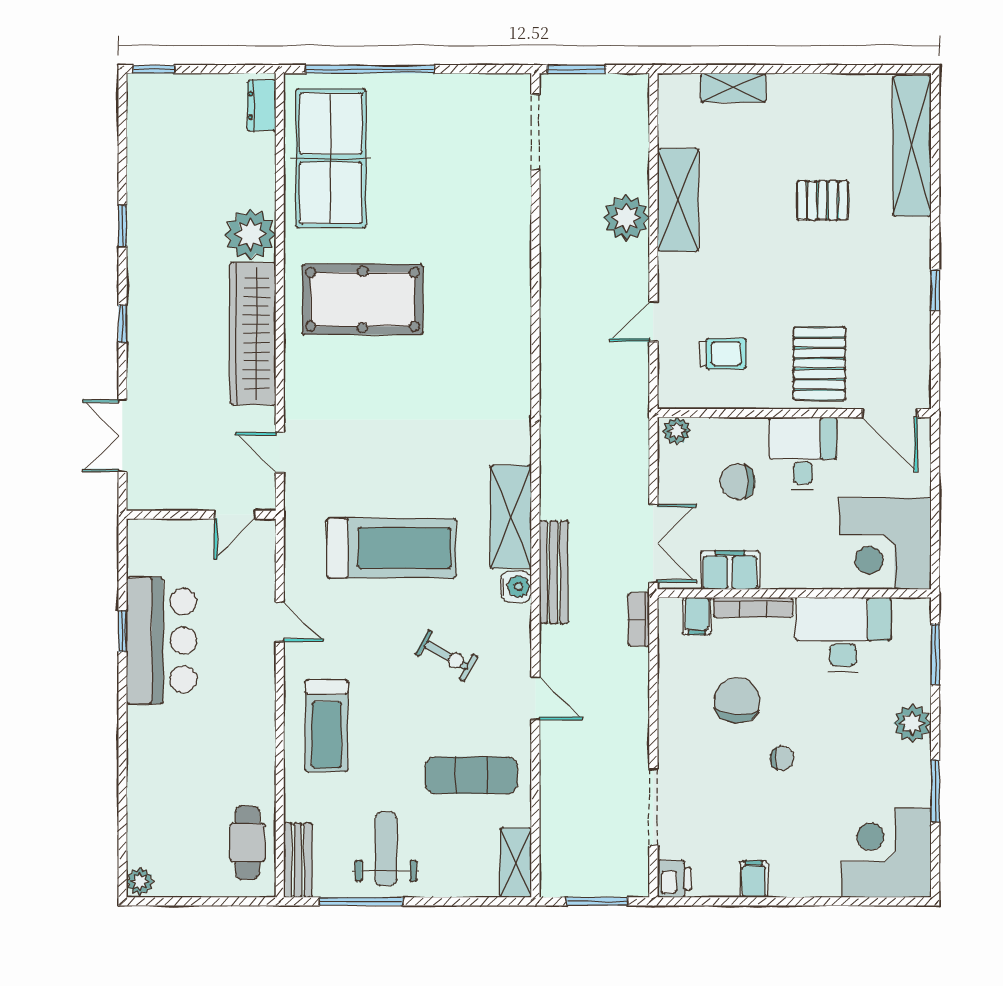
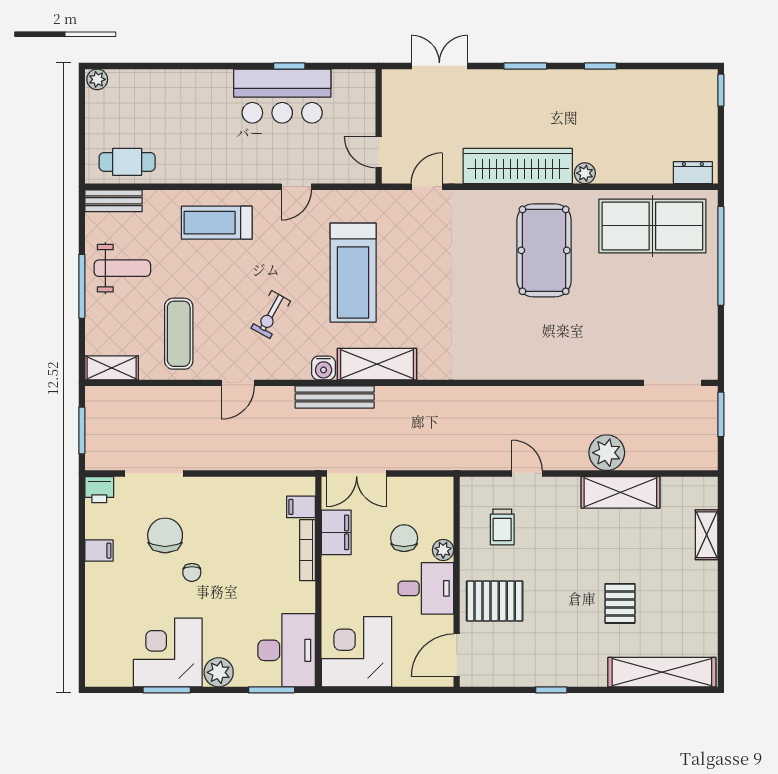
plant: (250, 234) -> (585, 173), width x0.53, depth x0.53
window: (122, 324) -> (525, 66), width x1.50
plant: (677, 431) -> (443, 550), moved
bookcase: (639, 619) -> (298, 462), removed
desk: (843, 635) -> (287, 650), moved
chair: (737, 700) -> (165, 535), moved, turned -94
corner desk: (887, 853) -> (168, 653), moved, turned -90
window: (361, 901) -> (82, 286), moved

